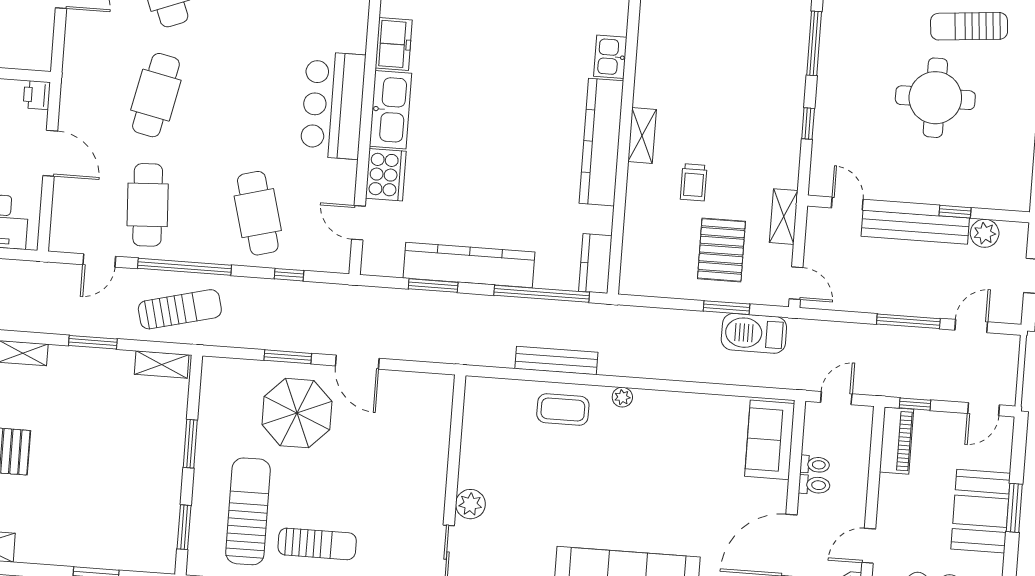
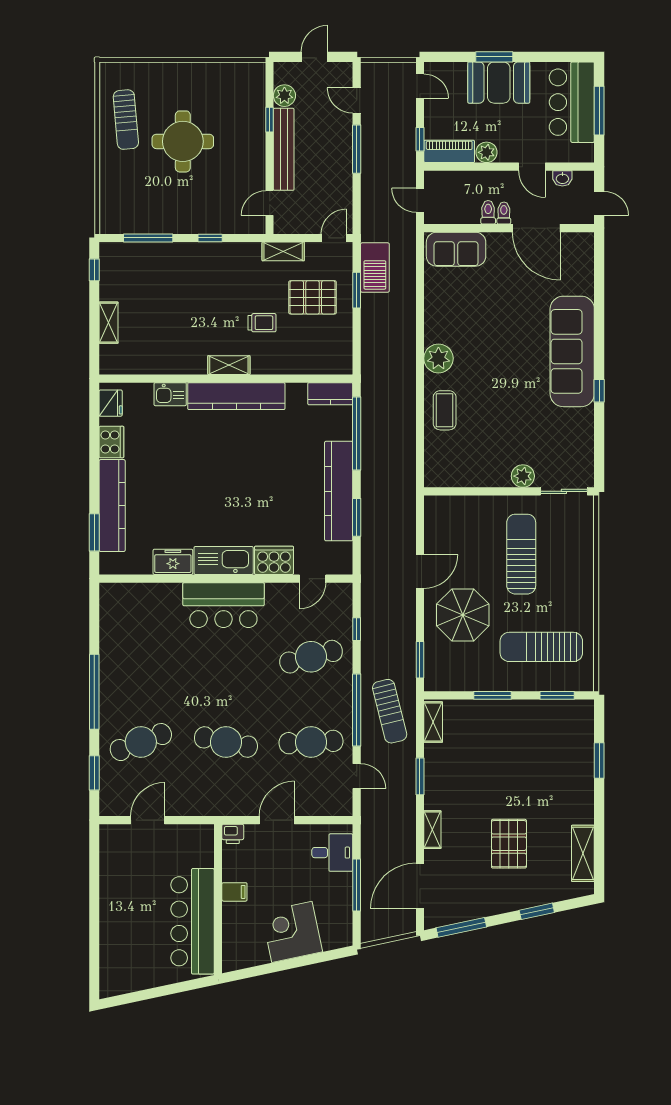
sun lounger: (180, 309) -> (390, 711), turned 180
window: (288, 357) -> (420, 660), moved
bench: (556, 360) -> (407, 418), removed
plant: (622, 397) -> (438, 358), width x1.87, depth x1.87
toilet: (815, 465) -> (504, 213), moved
plant: (892, 489) -> (486, 152), added
sun lounger: (317, 544) -> (521, 554), moved, width x1.36, depth x1.34

